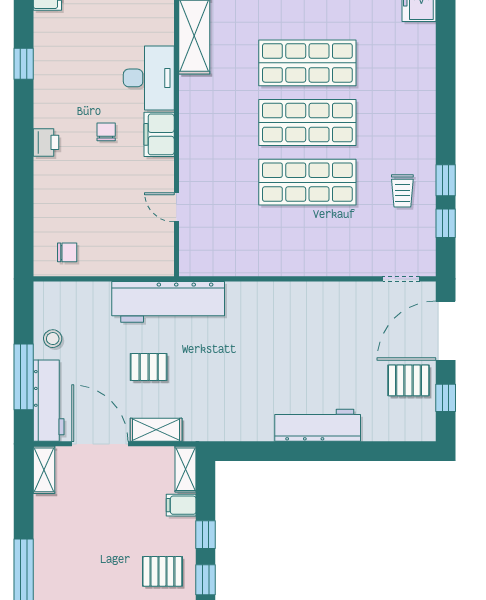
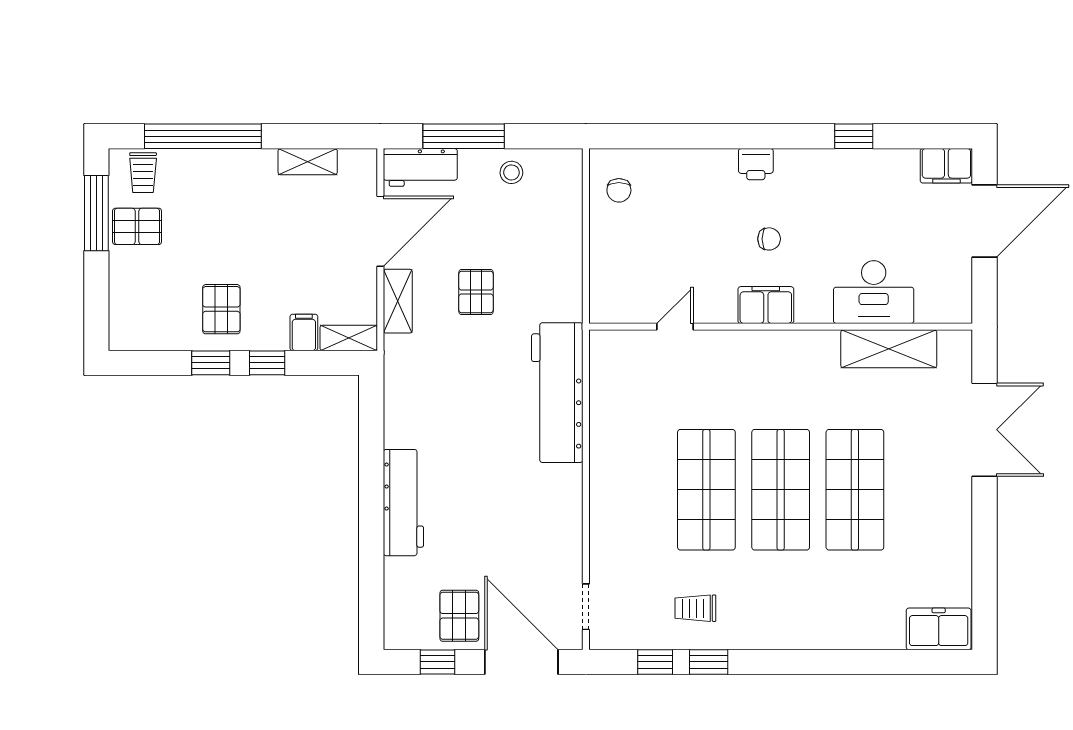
desk: (149, 78) -> (874, 292), moved
workbench: (168, 302) -> (557, 393), moved
workbench: (49, 401) -> (420, 167), width x0.73
shelving: (44, 470) -> (308, 162), moved

